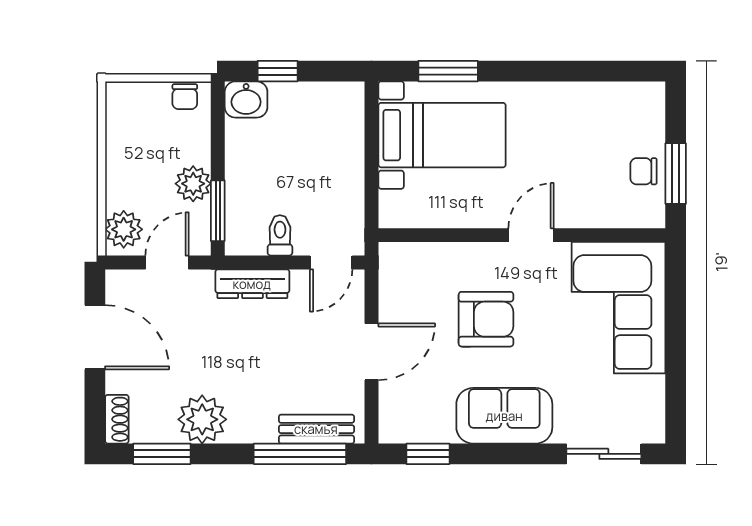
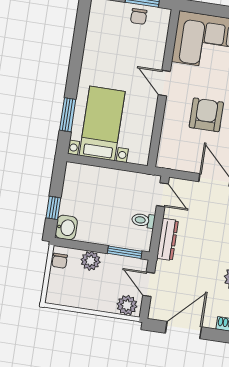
chair: (185, 97) -> (60, 261), turned 90
plant: (193, 184) -> (91, 261), moved

